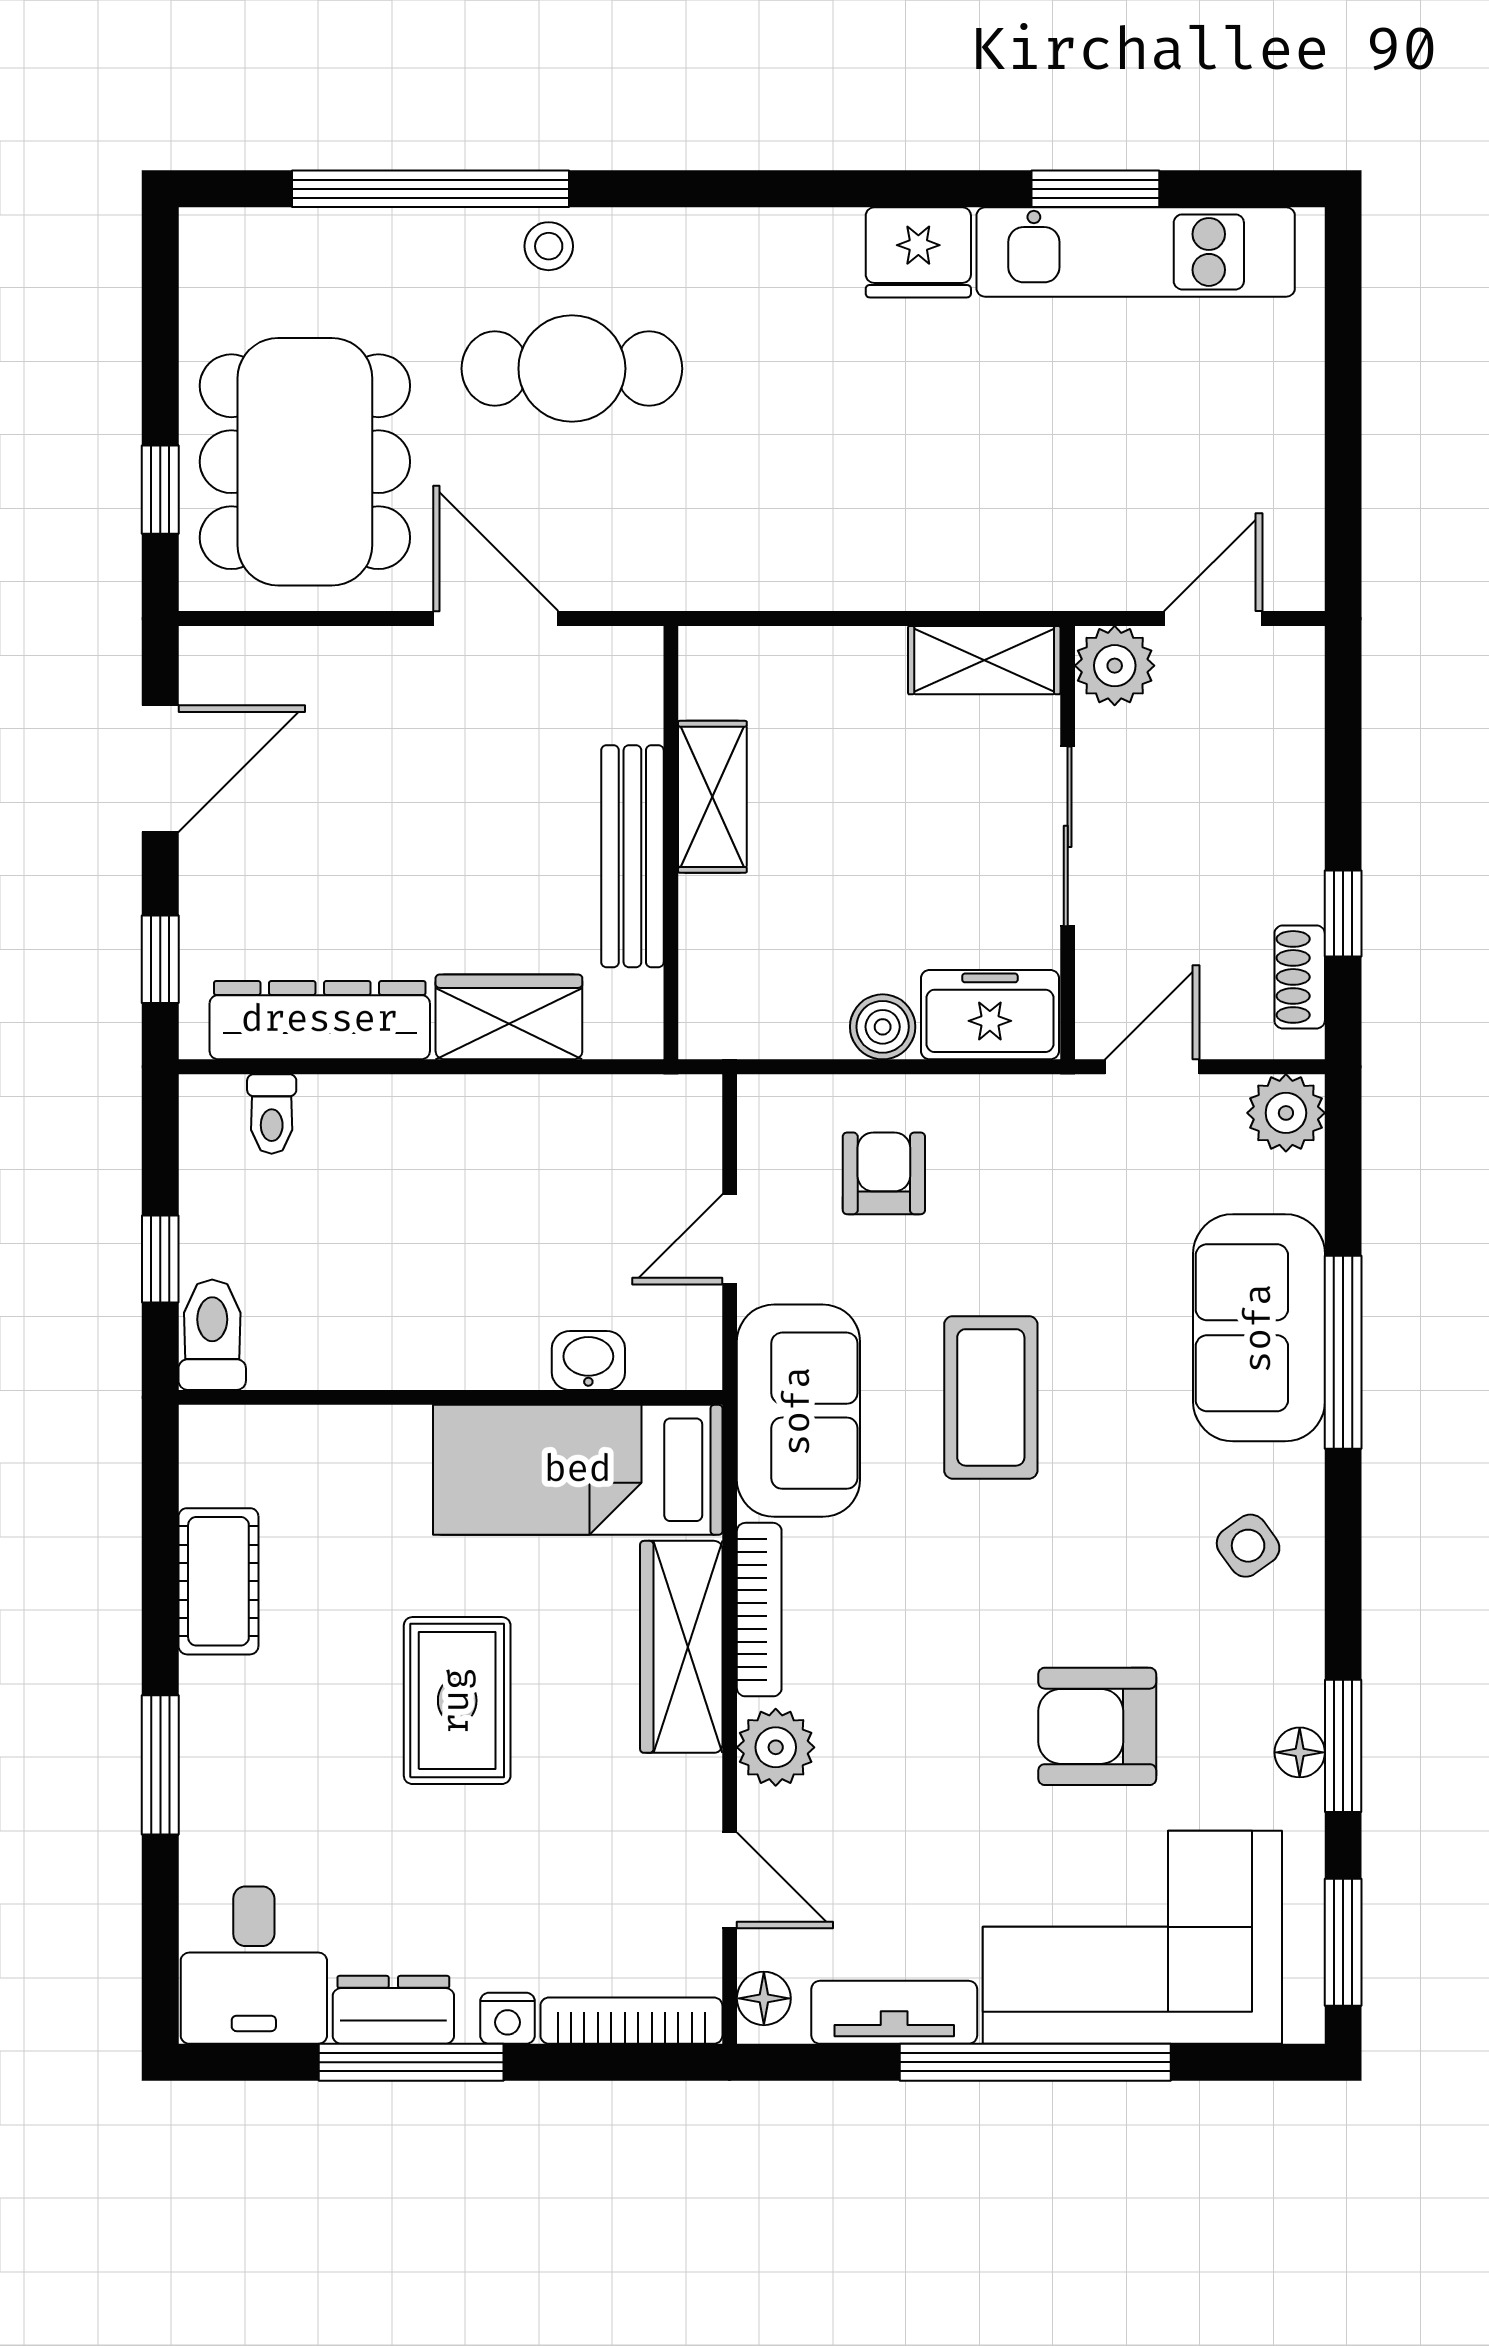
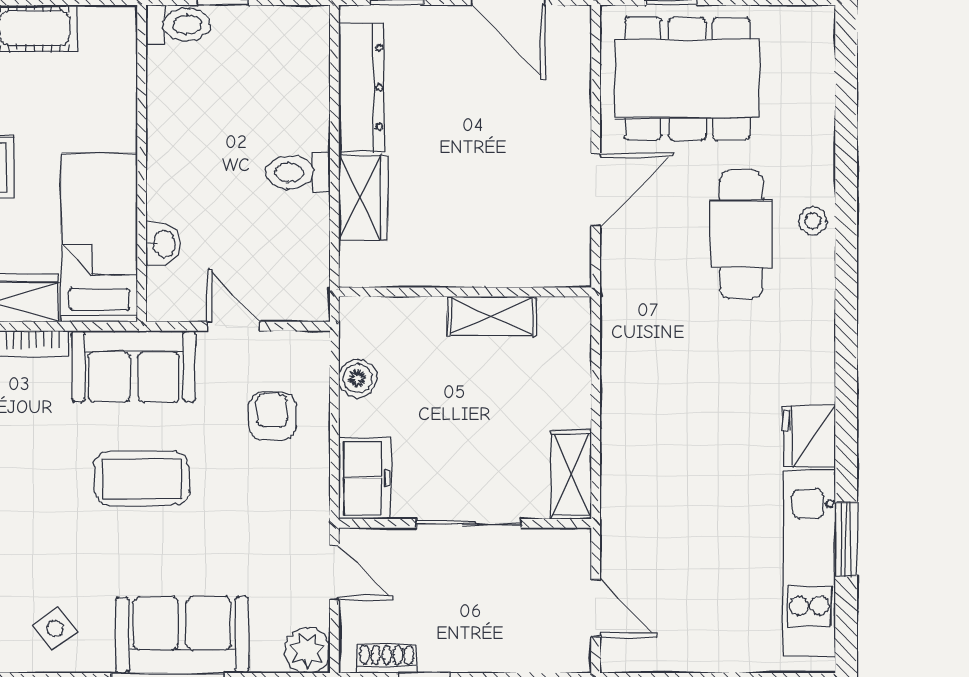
window: (430, 189) -> (846, 152), removed
plant: (1115, 666) -> (568, 551), removed
bench: (632, 856) -> (457, 270), removed
boiler: (883, 1027) -> (358, 378), moved
toilet: (272, 1114) -> (298, 172), moved, width x1.37, depth x1.39
armchair: (884, 1173) -> (272, 416), turned -90

